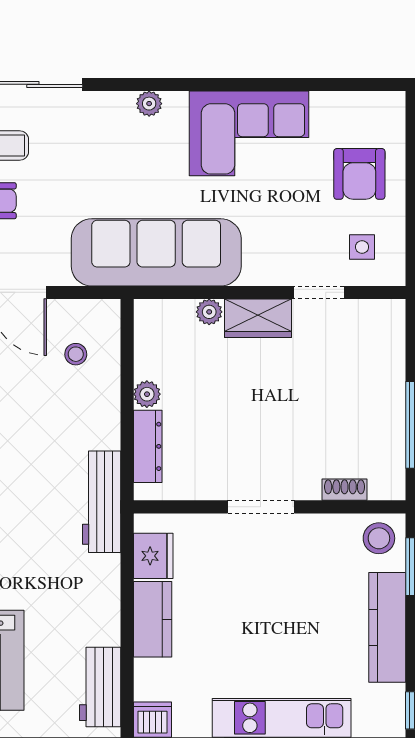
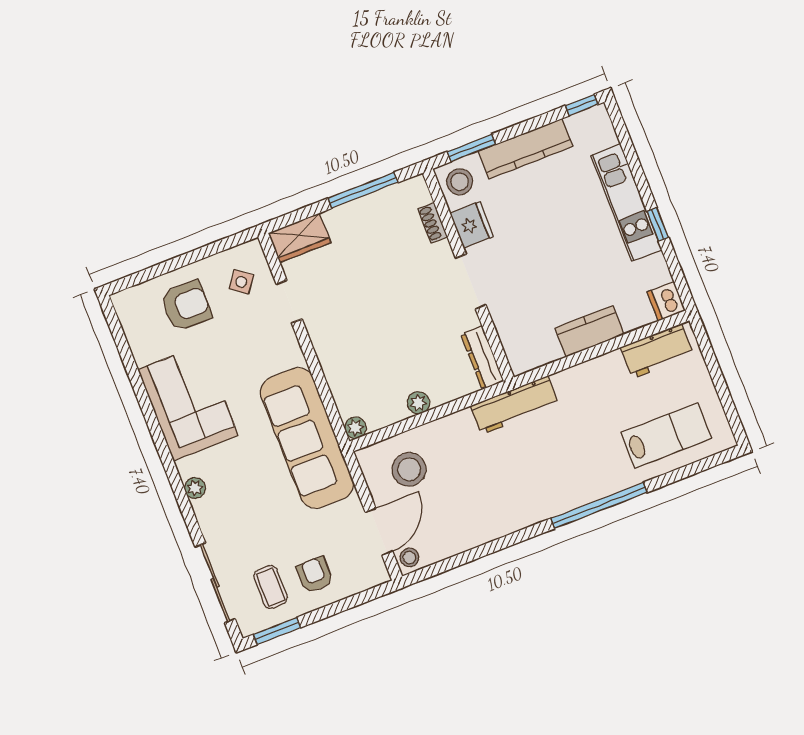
side table: (362, 247) -> (241, 282), turned 37
plant: (209, 312) -> (355, 428), moved
wardrobe: (258, 318) -> (299, 238), moved, turned 90
stool: (76, 354) -> (409, 469), width x1.89, depth x1.89
dresser: (148, 446) -> (482, 358), moved, turned -90
fridge: (153, 556) -> (472, 225), moved, turned 90

